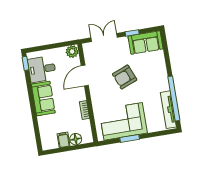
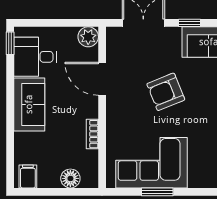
door: (85, 76) -> (102, 79), hinge flipped
filing cabinet: (63, 140) -> (28, 176), moved

